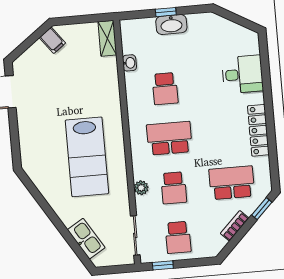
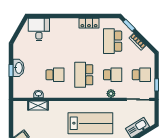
shelving: (107, 38) -> (38, 105), moved
desk: (242, 74) -> (39, 29), moved
locker: (258, 130) -> (89, 23), width x0.66

